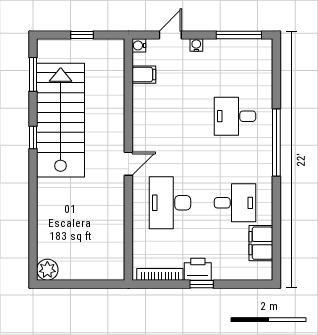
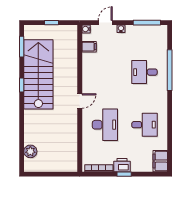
window: (276, 142) -> (170, 70), moved
desk: (170, 203) -> (105, 125), turned 180
filing cabinet: (261, 243) -> (160, 161), moved
plant: (47, 270) -> (30, 151), moved

